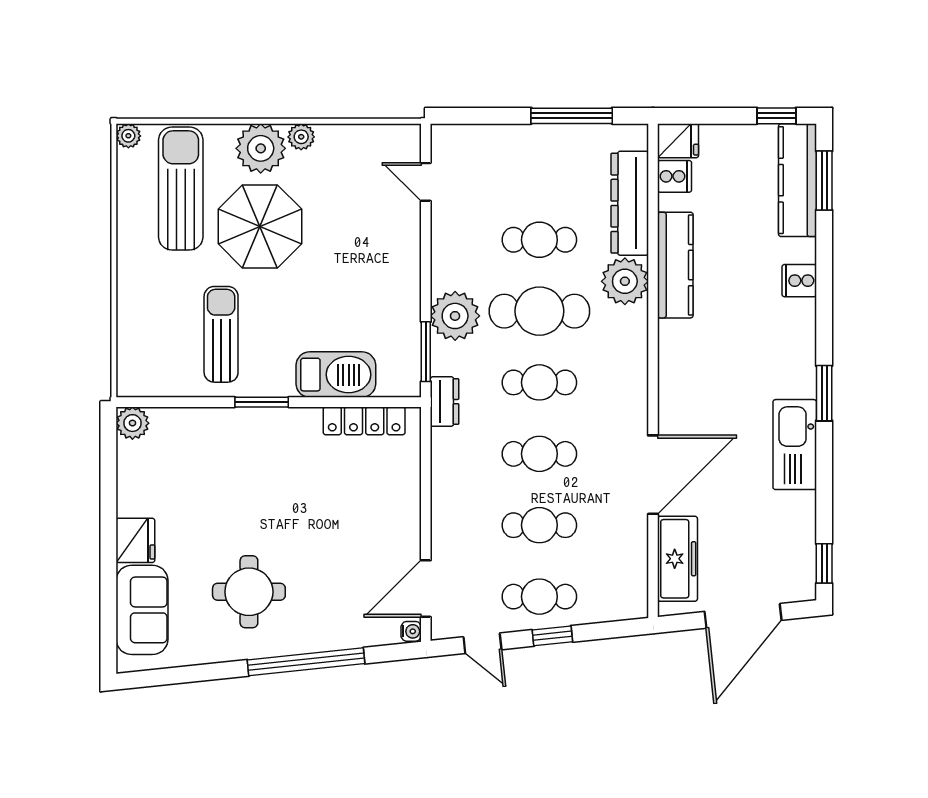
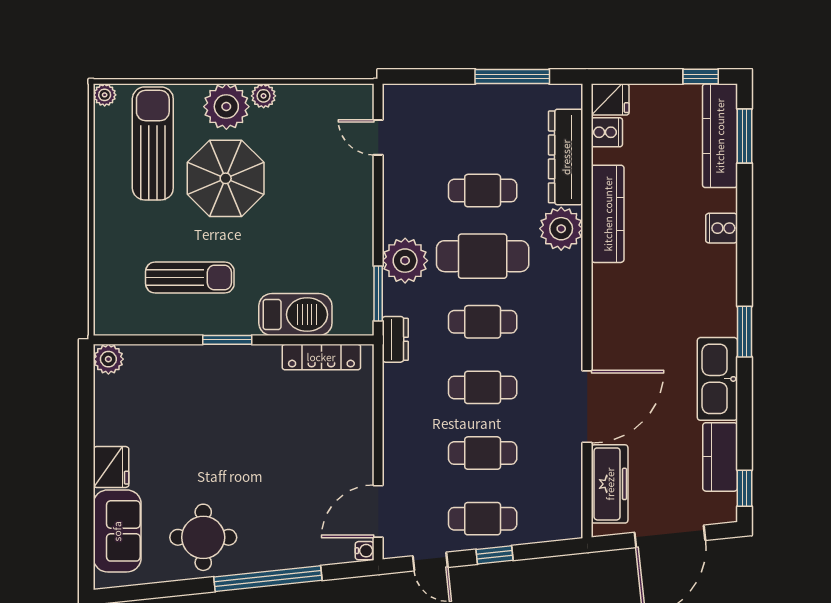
sun lounger: (221, 334) -> (190, 278), turned 90
kitchen counter: (798, 529) -> (720, 457), added
round table: (249, 592) -> (203, 537), moved

